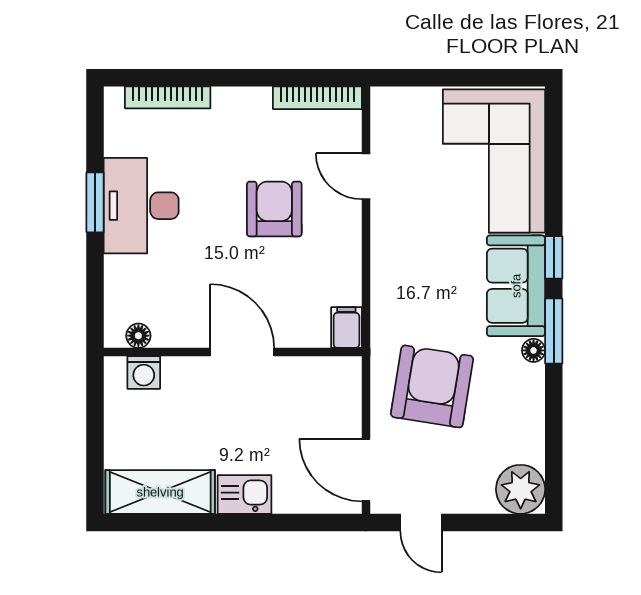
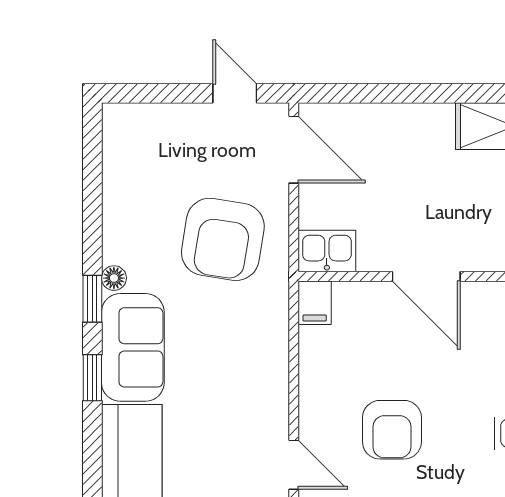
window: (554, 331) -> (92, 299), width x0.67
plant: (521, 489) -> (128, 129), removed
kitchen sink: (245, 494) -> (327, 251), moved, turned 180

